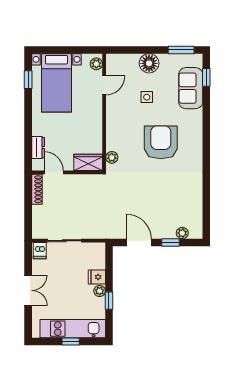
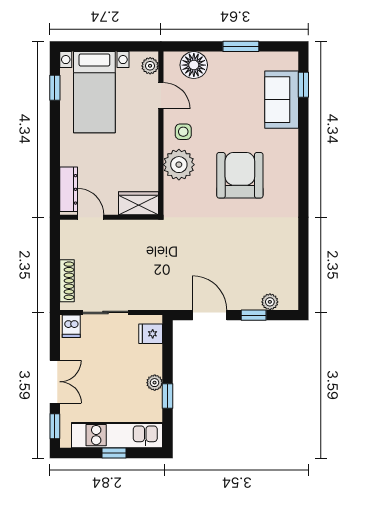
window: (181, 50) -> (241, 46), moved
floor lamp: (149, 63) -> (194, 65), moved
door: (104, 85) -> (161, 96), hinge flipped
side table: (147, 97) -> (183, 132), moved
dresser: (38, 148) -> (69, 189), width x1.44
plant: (112, 157) -> (179, 165), moved, width x1.88, depth x1.88
shoe rack: (37, 189) -> (67, 281), moved
fridge: (97, 277) -> (151, 334), moved
window: (28, 322) -> (55, 426), added

